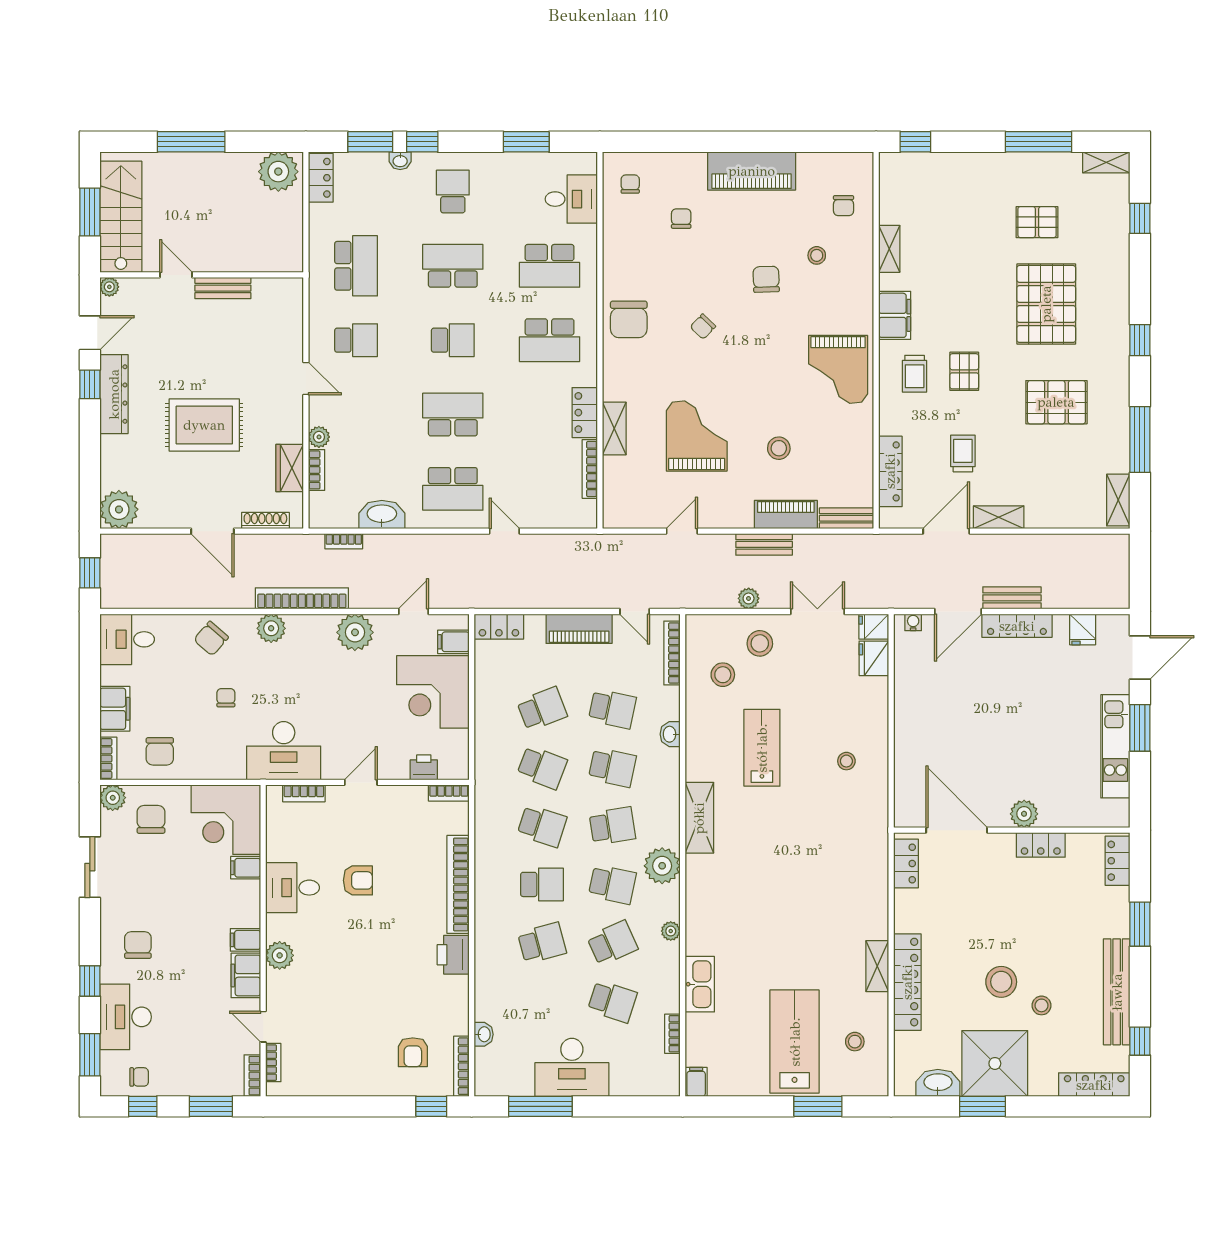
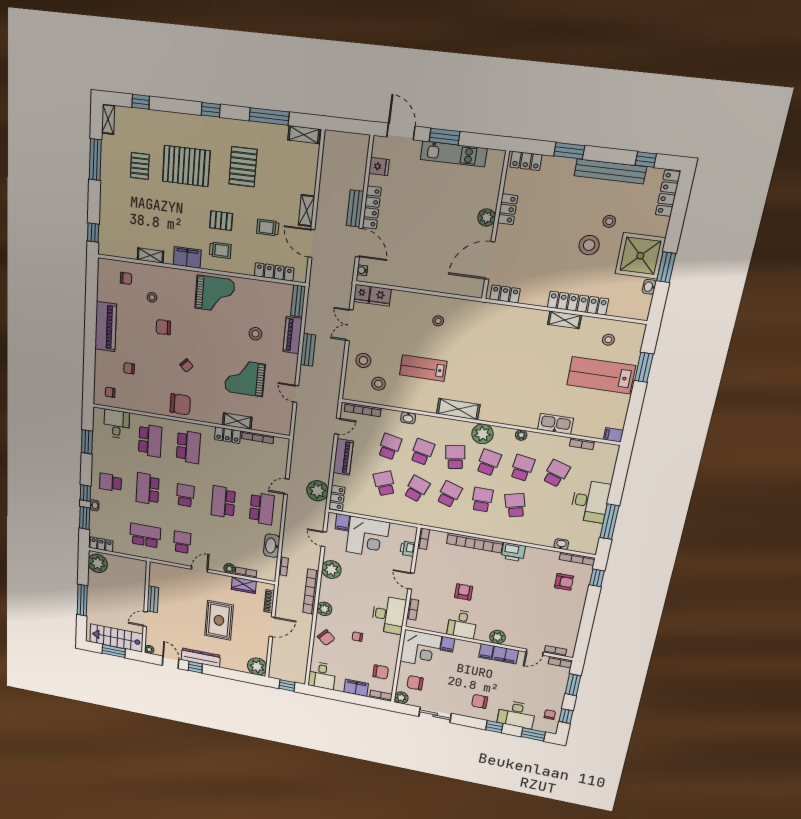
plant: (749, 598) -> (317, 491), moved, width x1.87, depth x1.87
school desk: (612, 943) -> (522, 468), turned 33
washbasin: (938, 1083) -> (649, 287), width x0.52, depth x0.69

